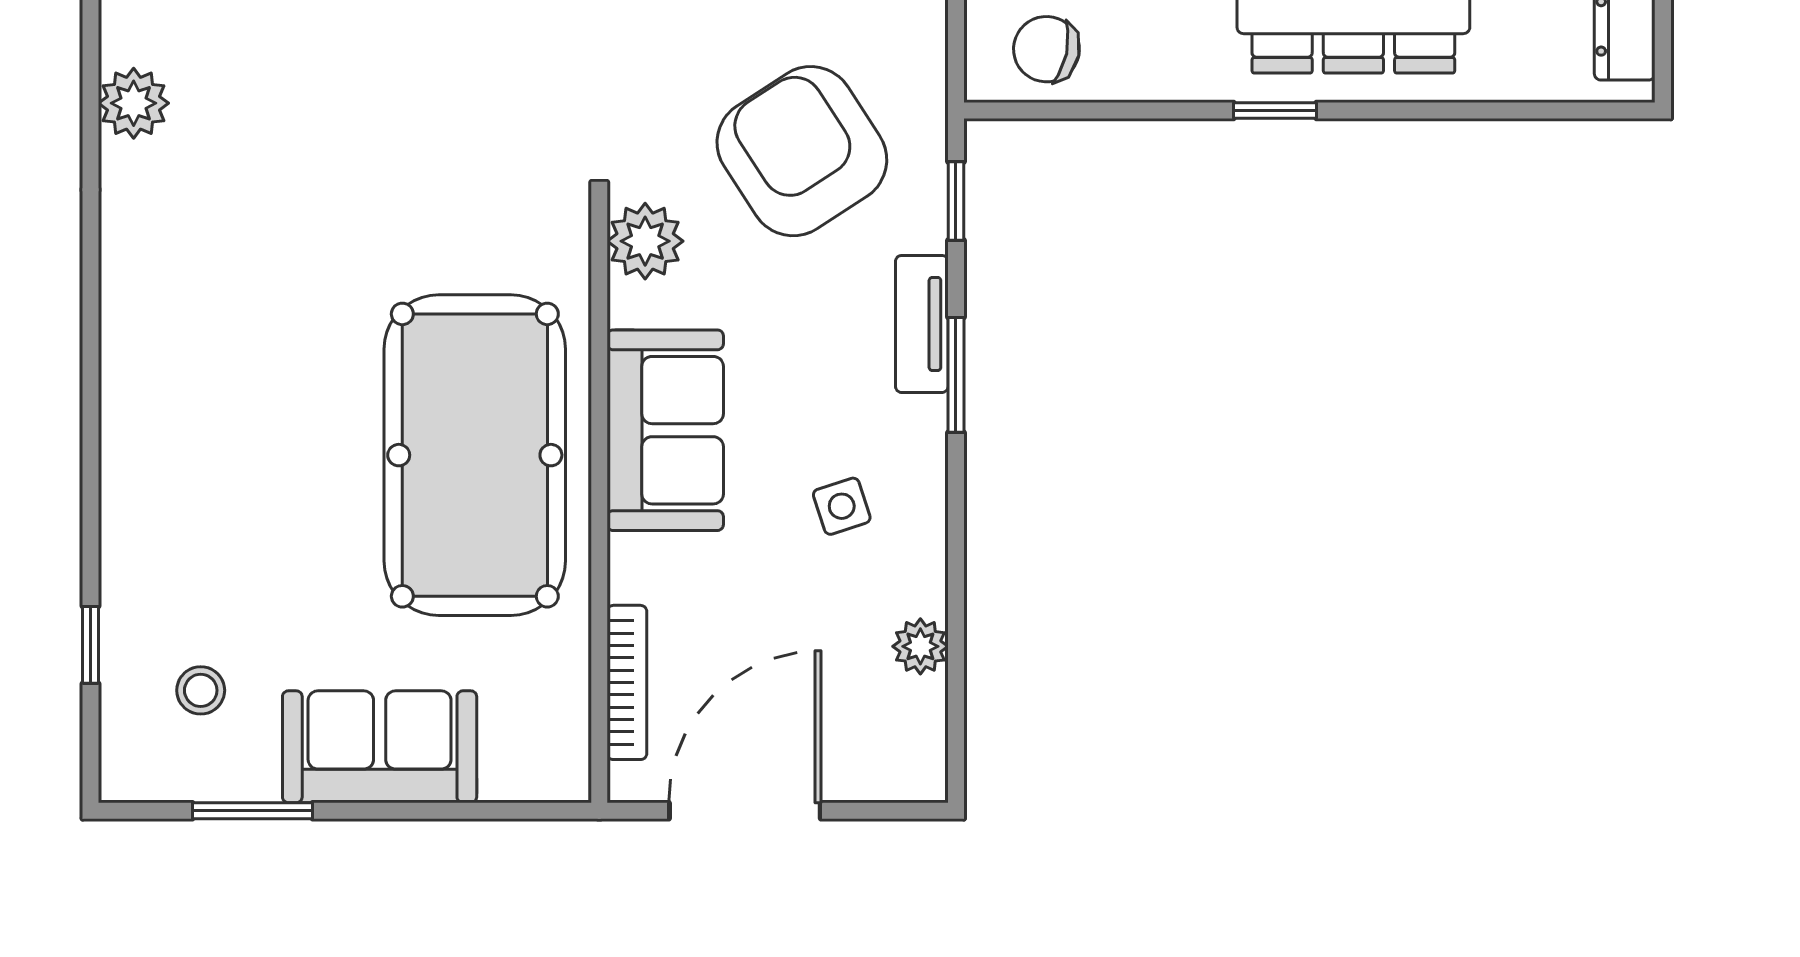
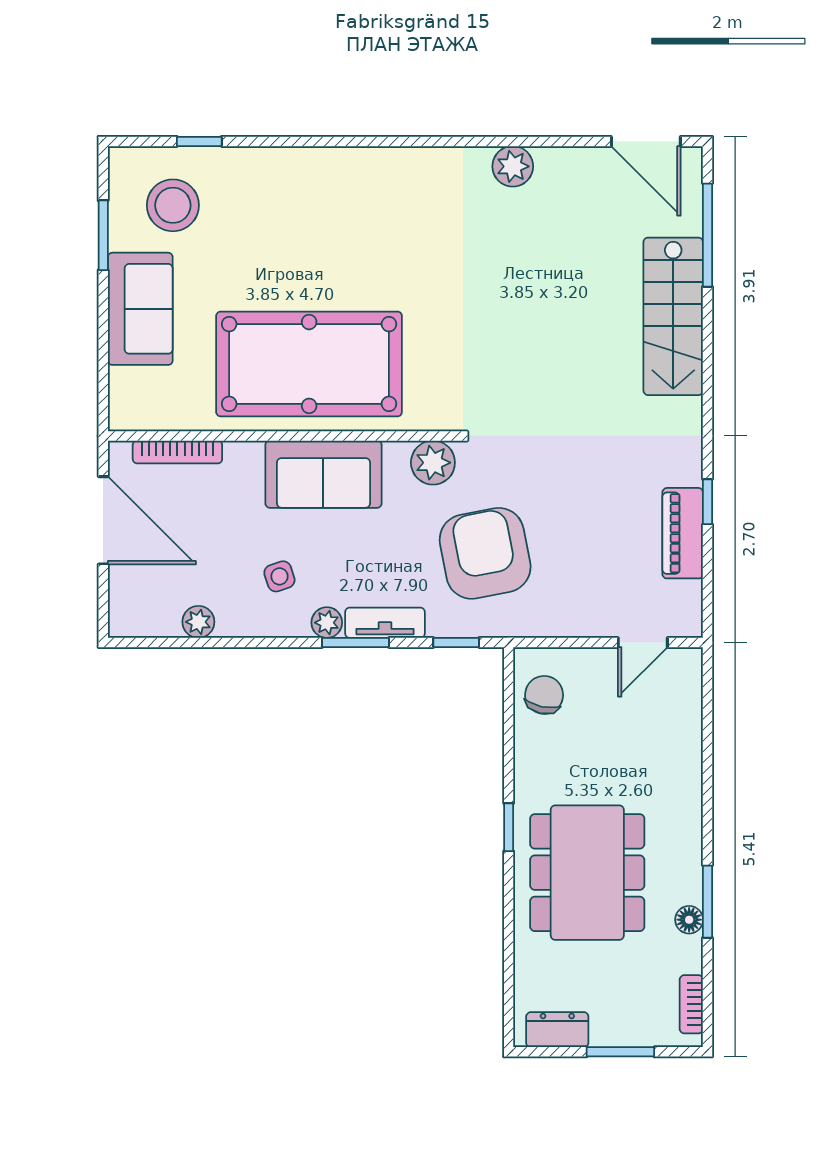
armchair: (802, 151) -> (485, 553), turned -68
plant: (922, 424) -> (327, 623), added
stool: (201, 690) -> (173, 205), width x1.89, depth x1.89

